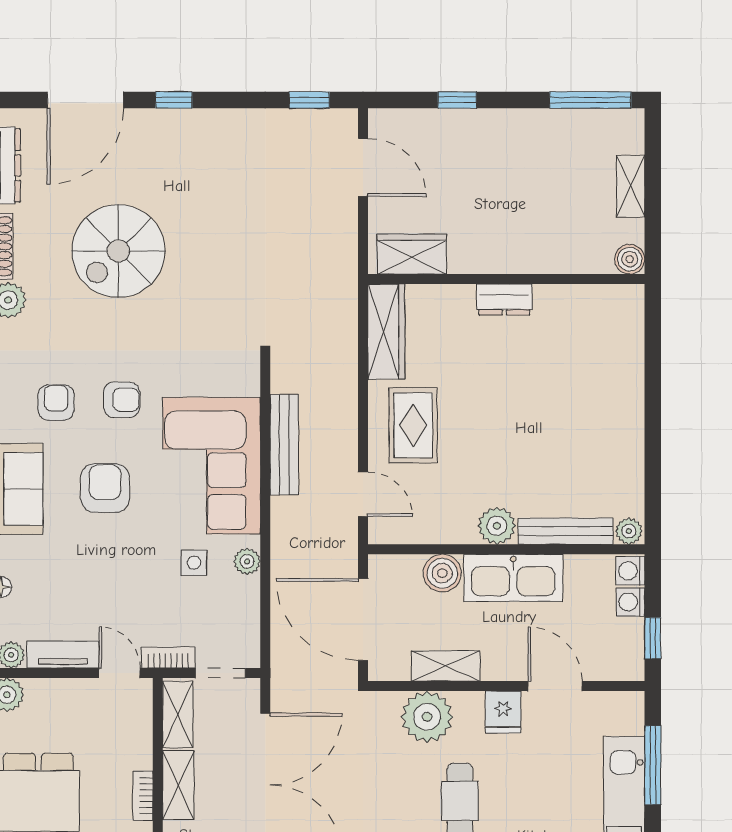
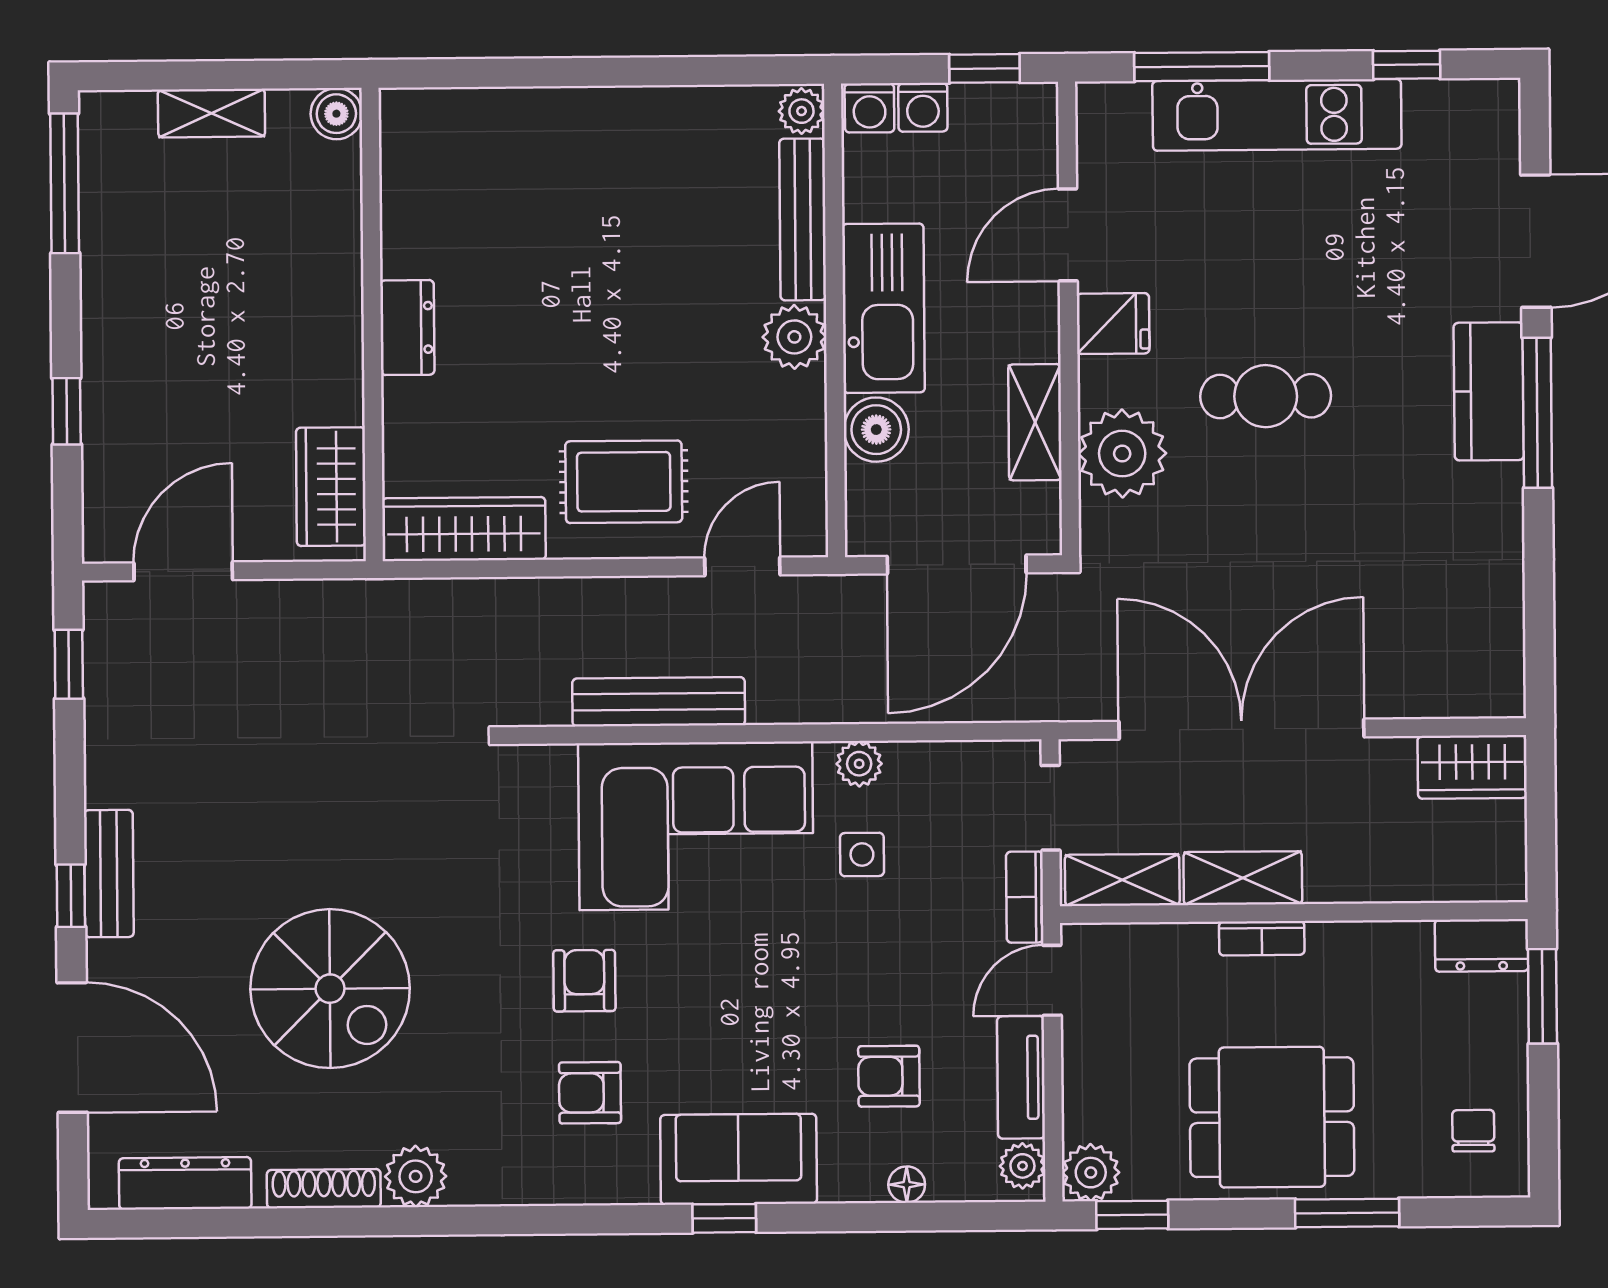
bench: (187, 122) -> (109, 874), added
armchair: (105, 488) -> (889, 1076), moved, width x0.72, depth x0.72

